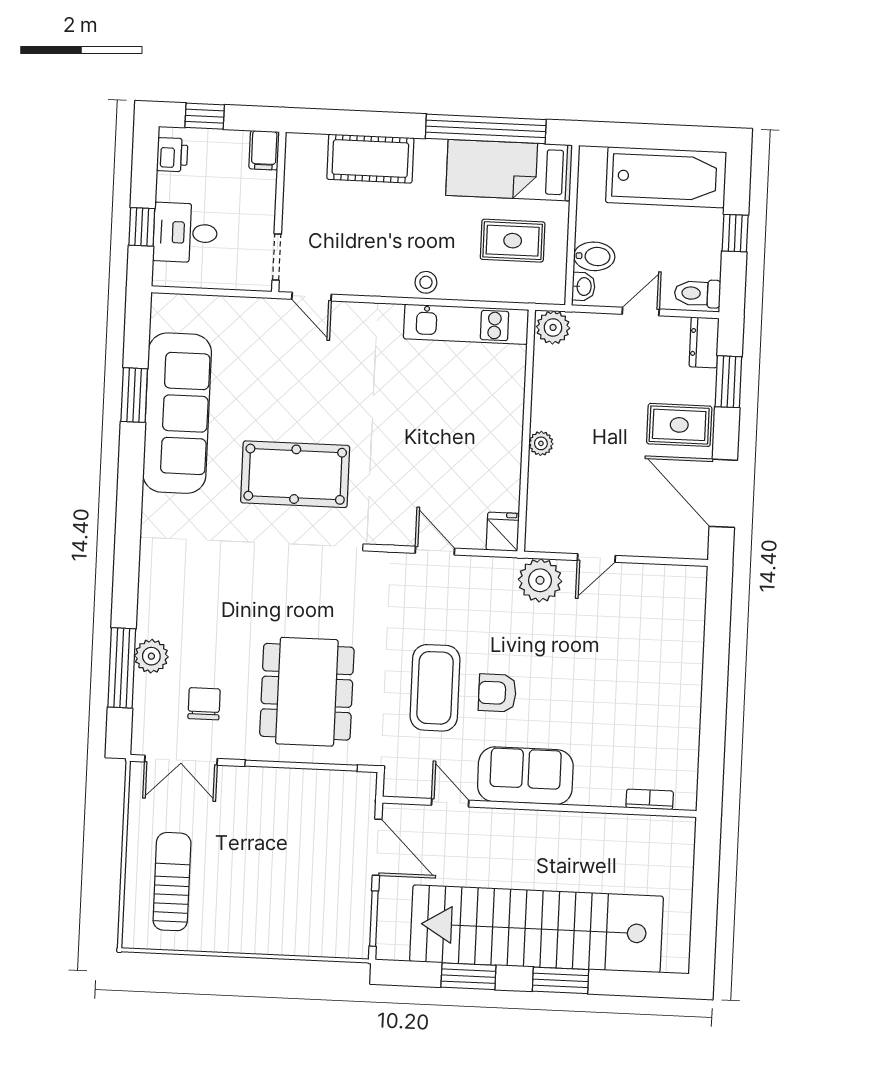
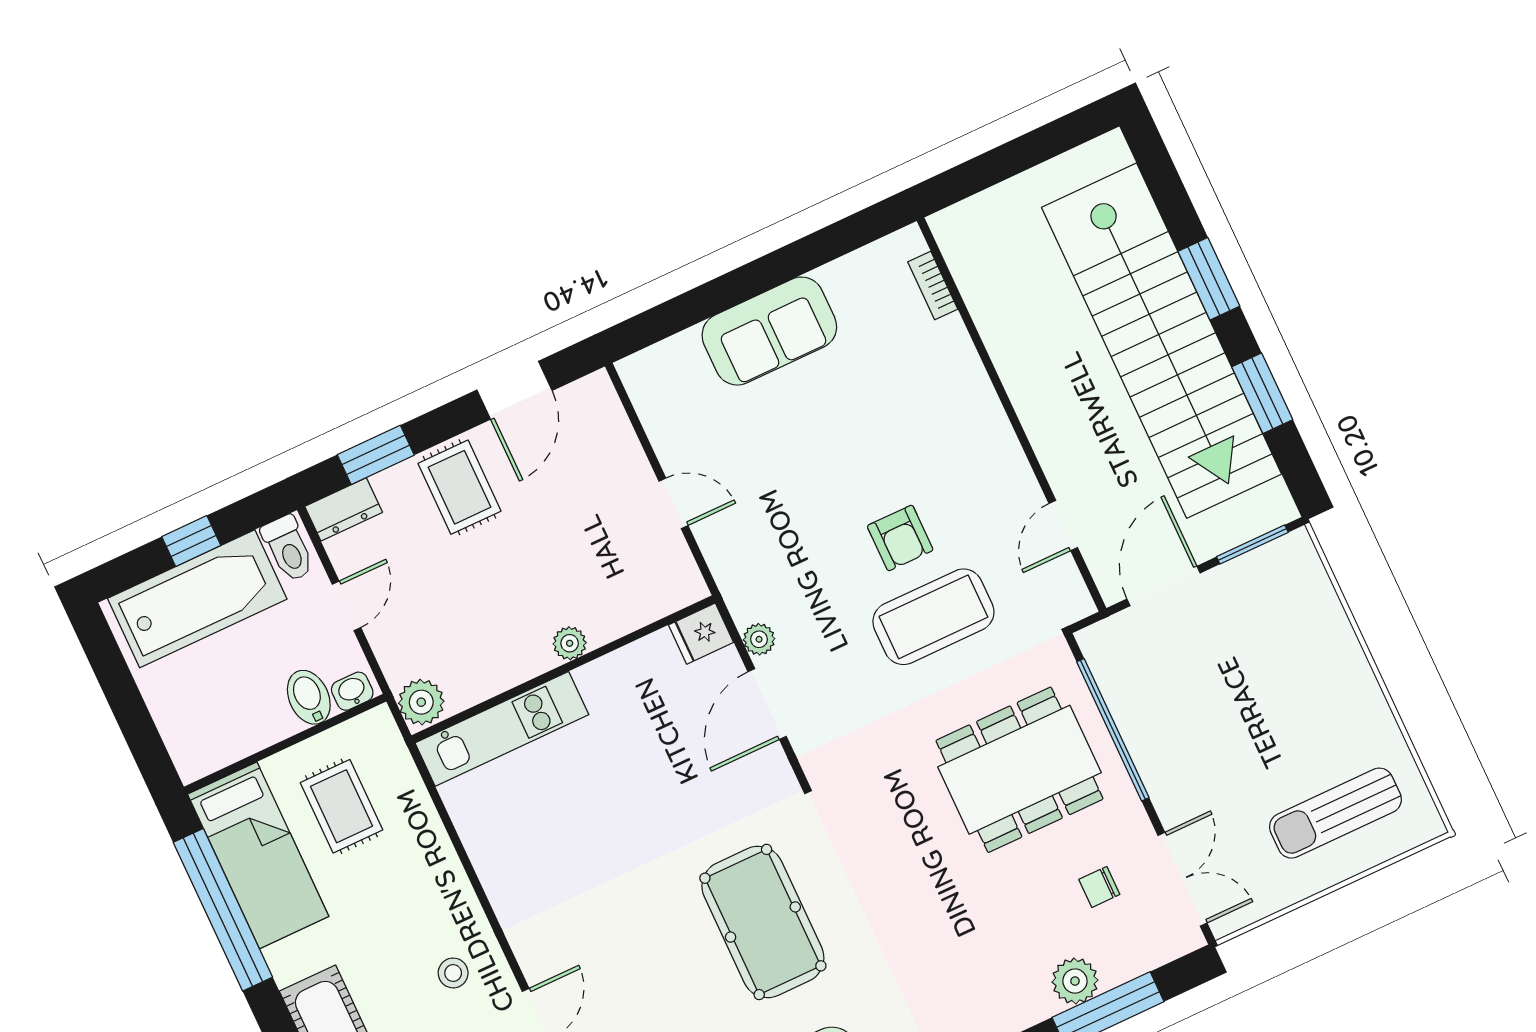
bathtub: (666, 177) -> (197, 599), moved, turned 90
stool: (426, 282) -> (453, 973), moved
door: (641, 312) -> (346, 606), swing flipped
kitchen unit: (466, 324) -> (502, 729), moved, turned 90
door: (723, 493) -> (514, 390), width x0.73
door: (435, 551) -> (767, 704), width x1.38
plant: (540, 580) -> (759, 639), moved, width x0.53, depth x0.53
chair: (204, 704) -> (1099, 887), width x0.73, depth x0.73
sofa: (525, 776) -> (769, 331), moved, turned -90

